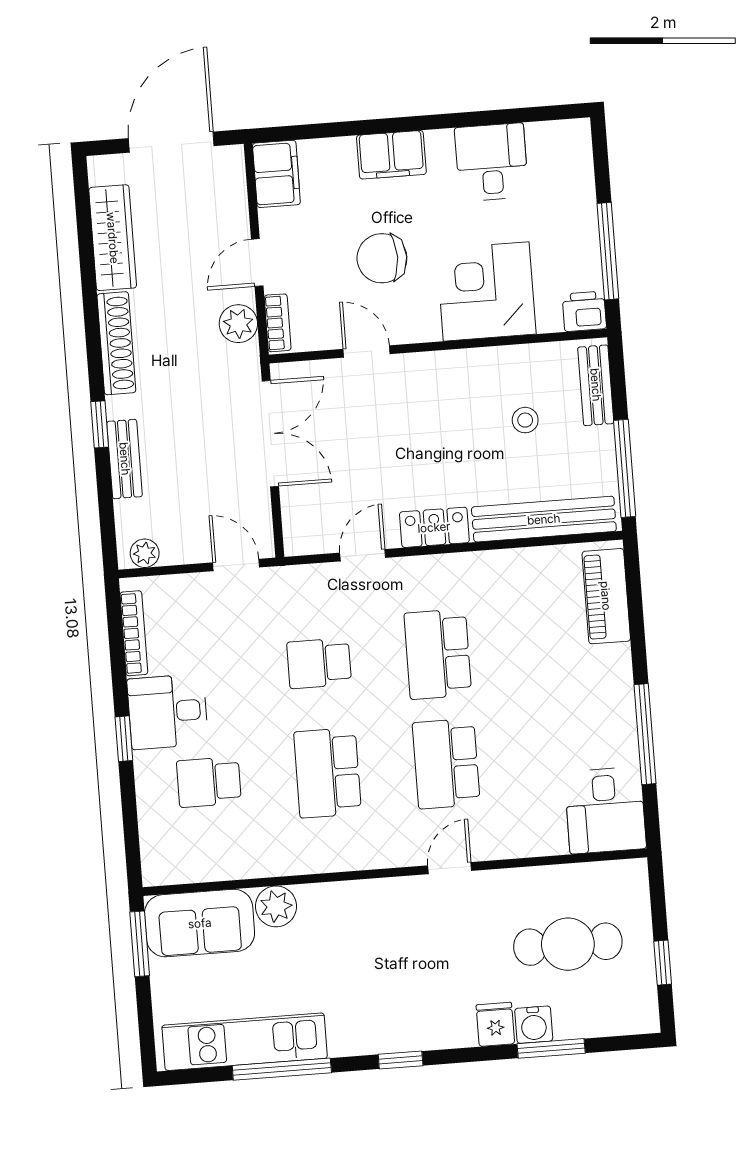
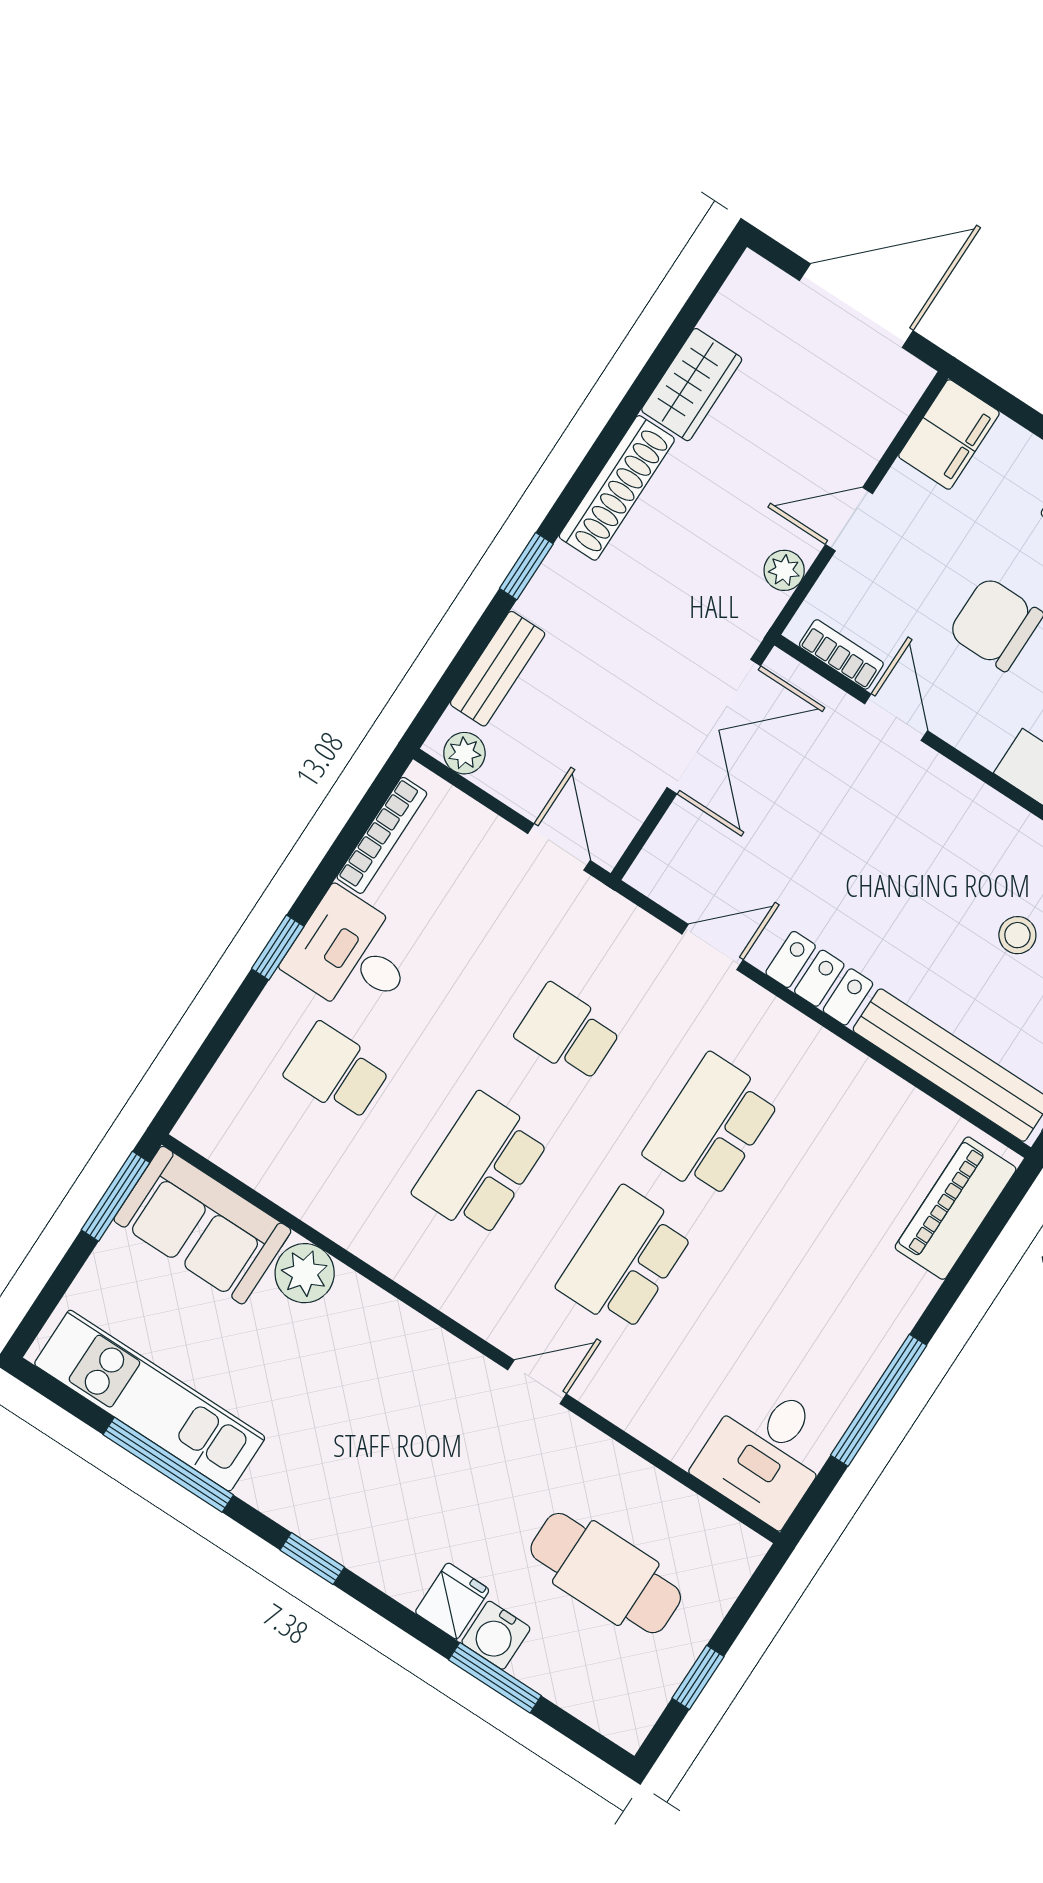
wardrobe: (113, 238) -> (692, 385), width x0.67
bookcase: (278, 323) -> (841, 654), moved, turned -90
plant: (238, 324) -> (784, 570), width x0.73, depth x0.73
bench: (125, 459) -> (498, 669), moved

